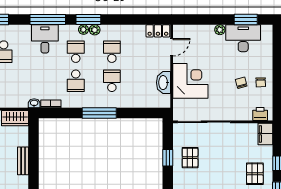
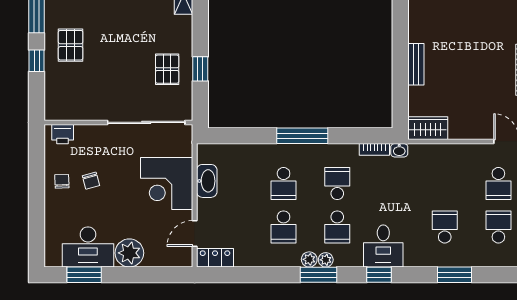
window: (48, 20) -> (379, 275), width x0.46
plant: (220, 30) -> (129, 253), width x1.87, depth x1.87
filing cabinet: (265, 134) -> (55, 104), removed

